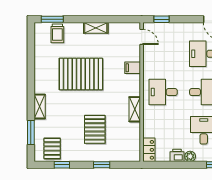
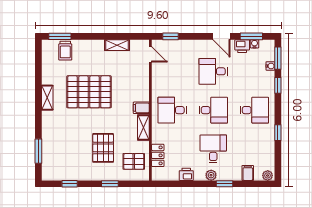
shelving: (96, 28) -> (117, 45), moved
filing cabinet: (133, 68) -> (141, 108), moved
shelving: (40, 107) -> (47, 98), moved
pallet: (52, 149) -> (134, 161), moved, turned 90
locker: (149, 150) -> (158, 155), moved
plant: (190, 156) -> (211, 175), moved

